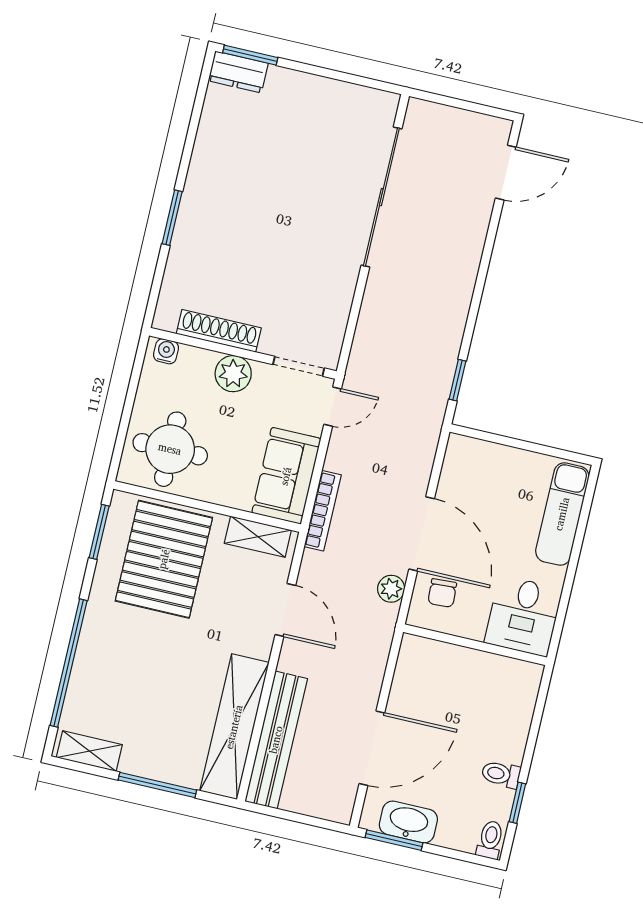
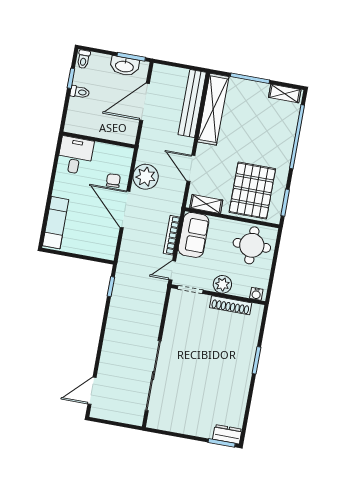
bookcase: (323, 511) -> (172, 235), moved
plant: (391, 589) -> (146, 177), width x1.87, depth x1.87
desk: (523, 616) -> (75, 155), moved
wall: (475, 645) -> (99, 140), moved

